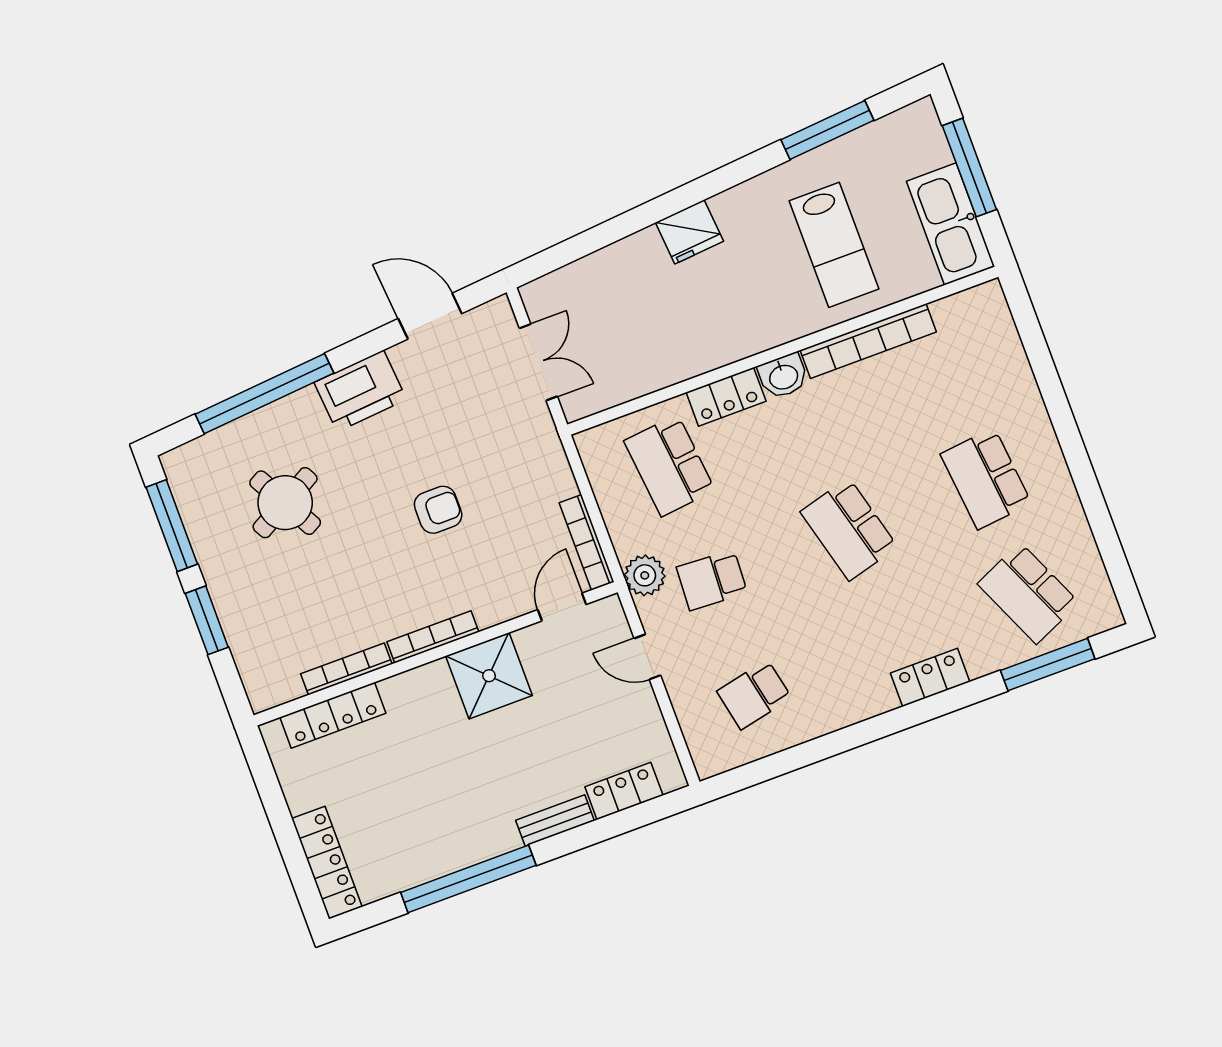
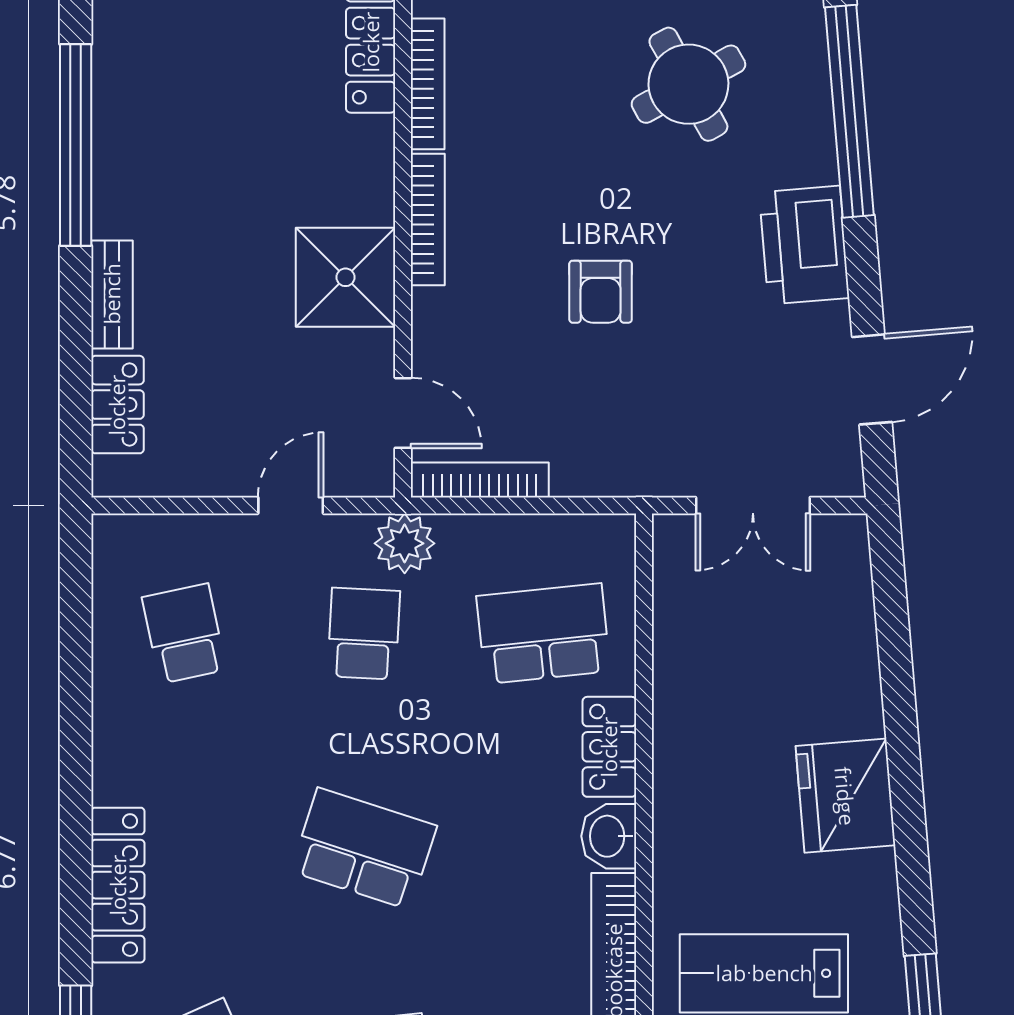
fridge: (689, 232) -> (845, 796), width x1.36, depth x1.34
school desk: (849, 529) -> (364, 849), turned 33
locker: (930, 678) -> (118, 885), width x1.53

